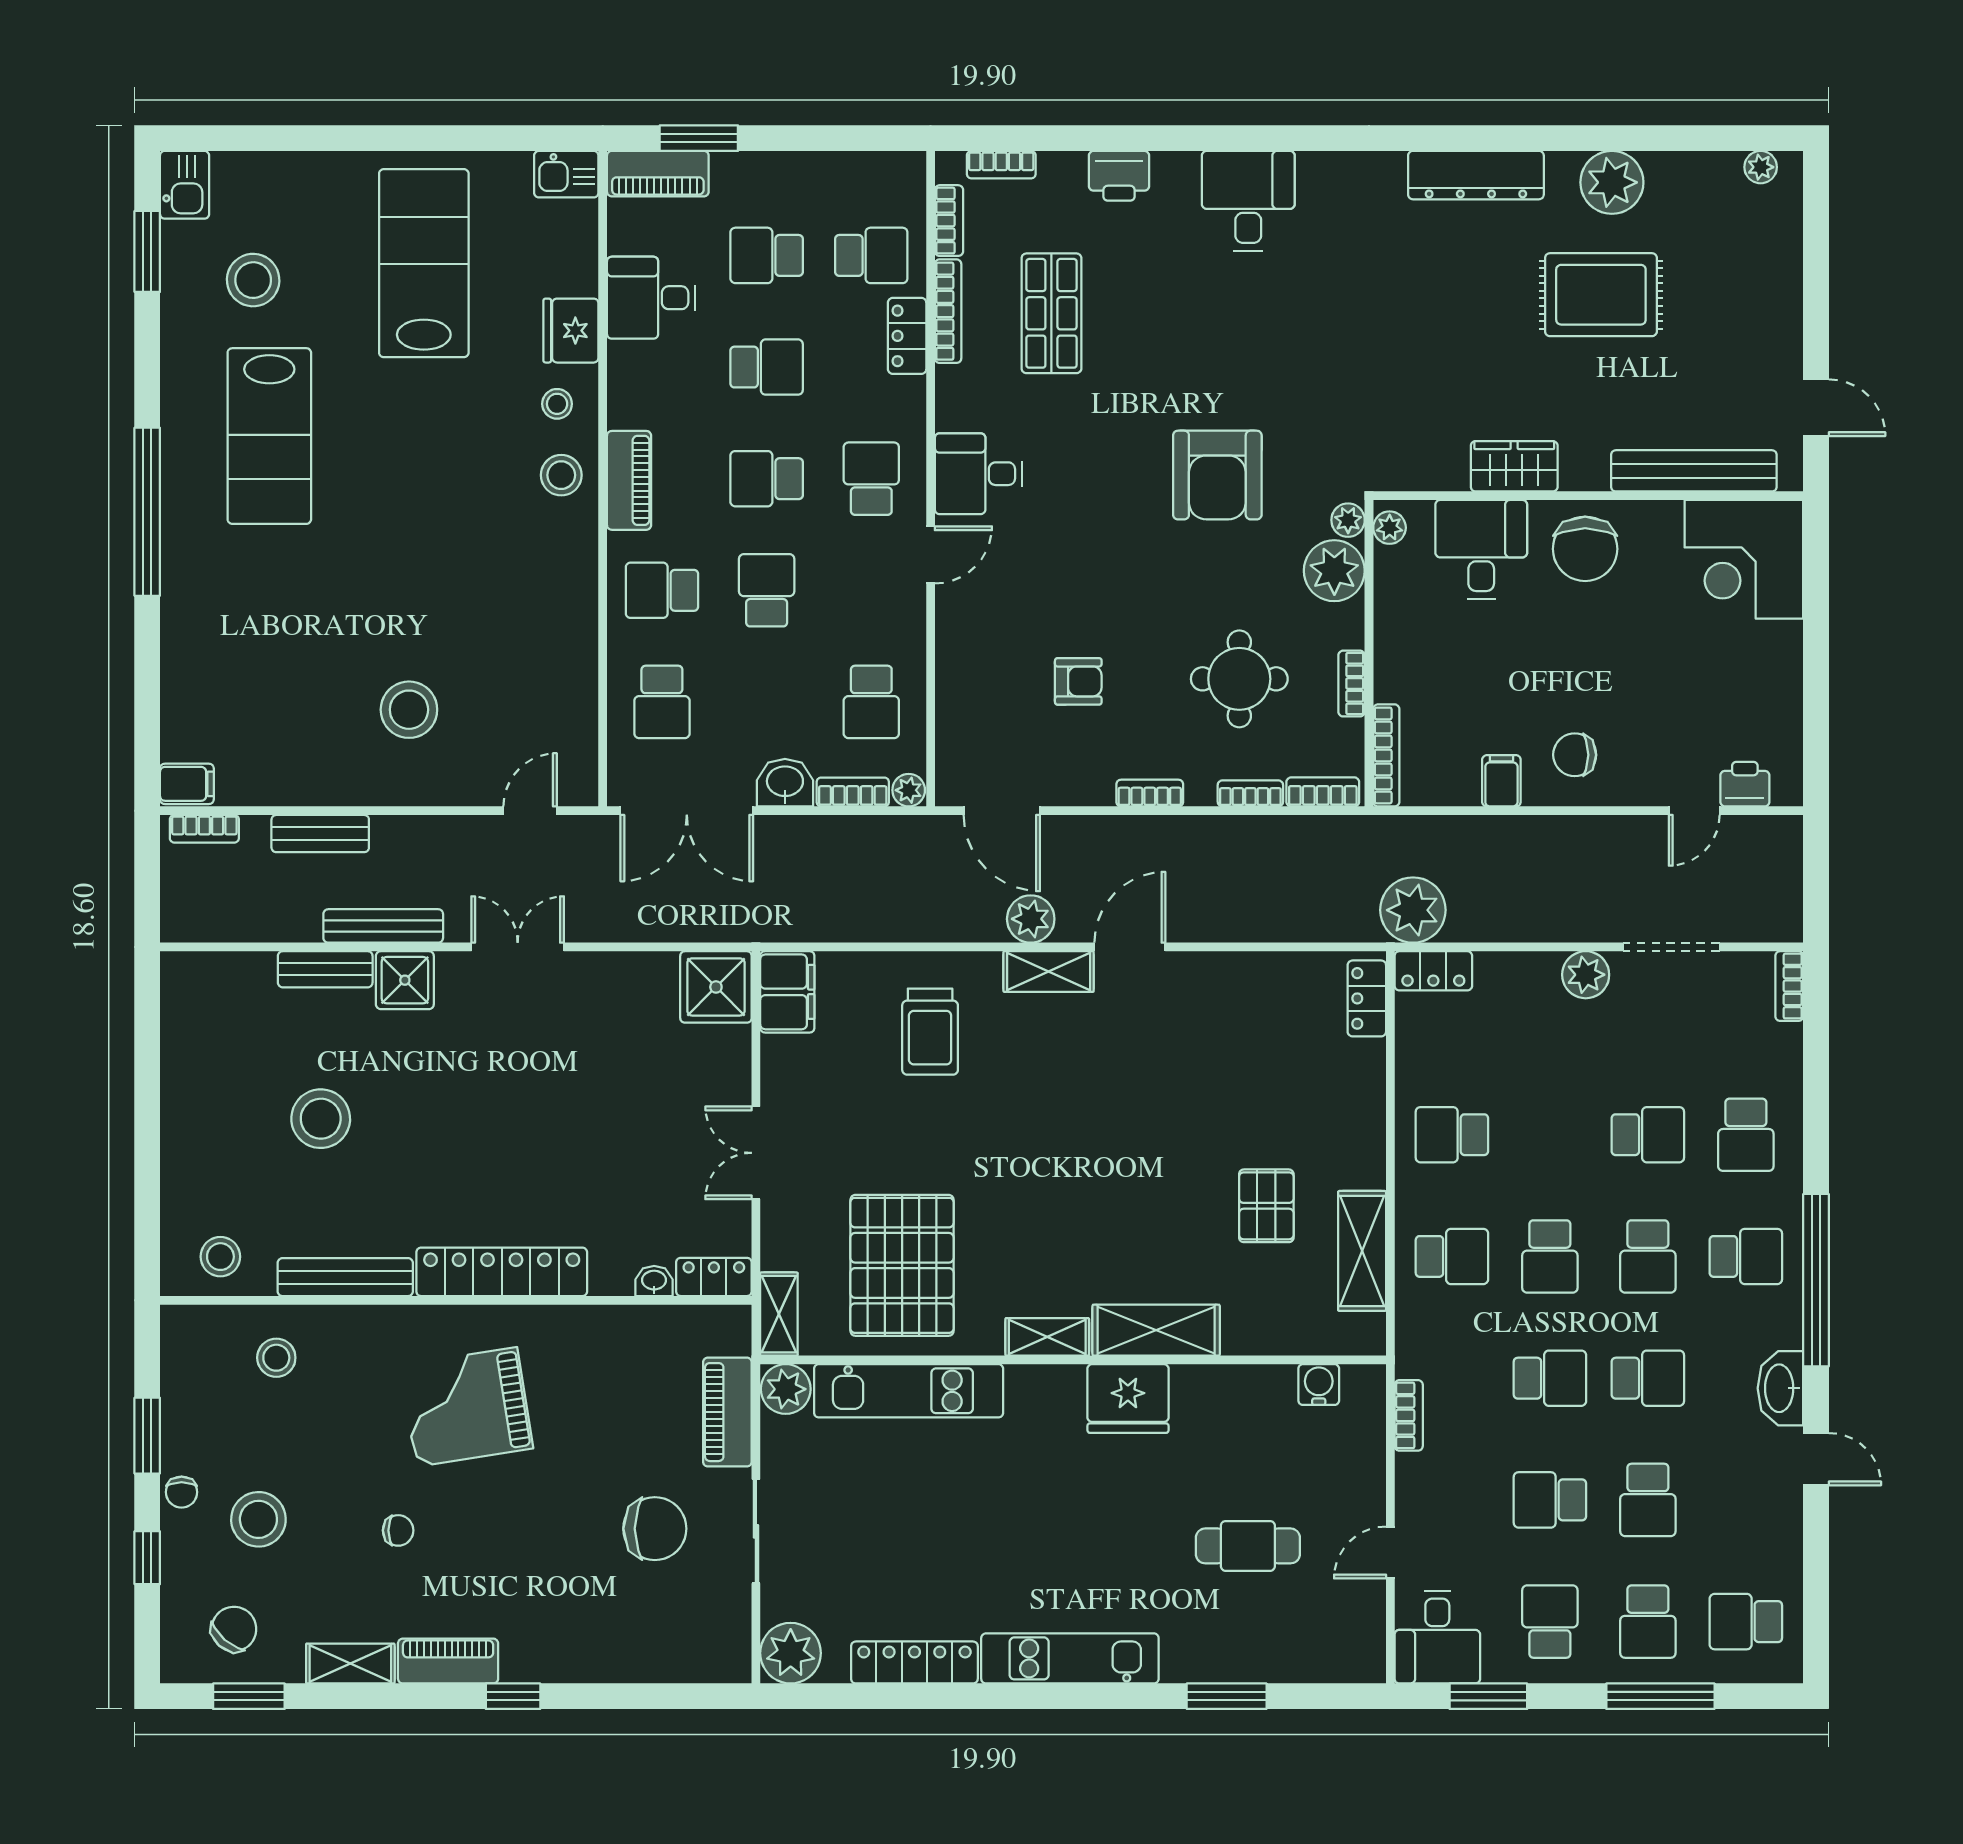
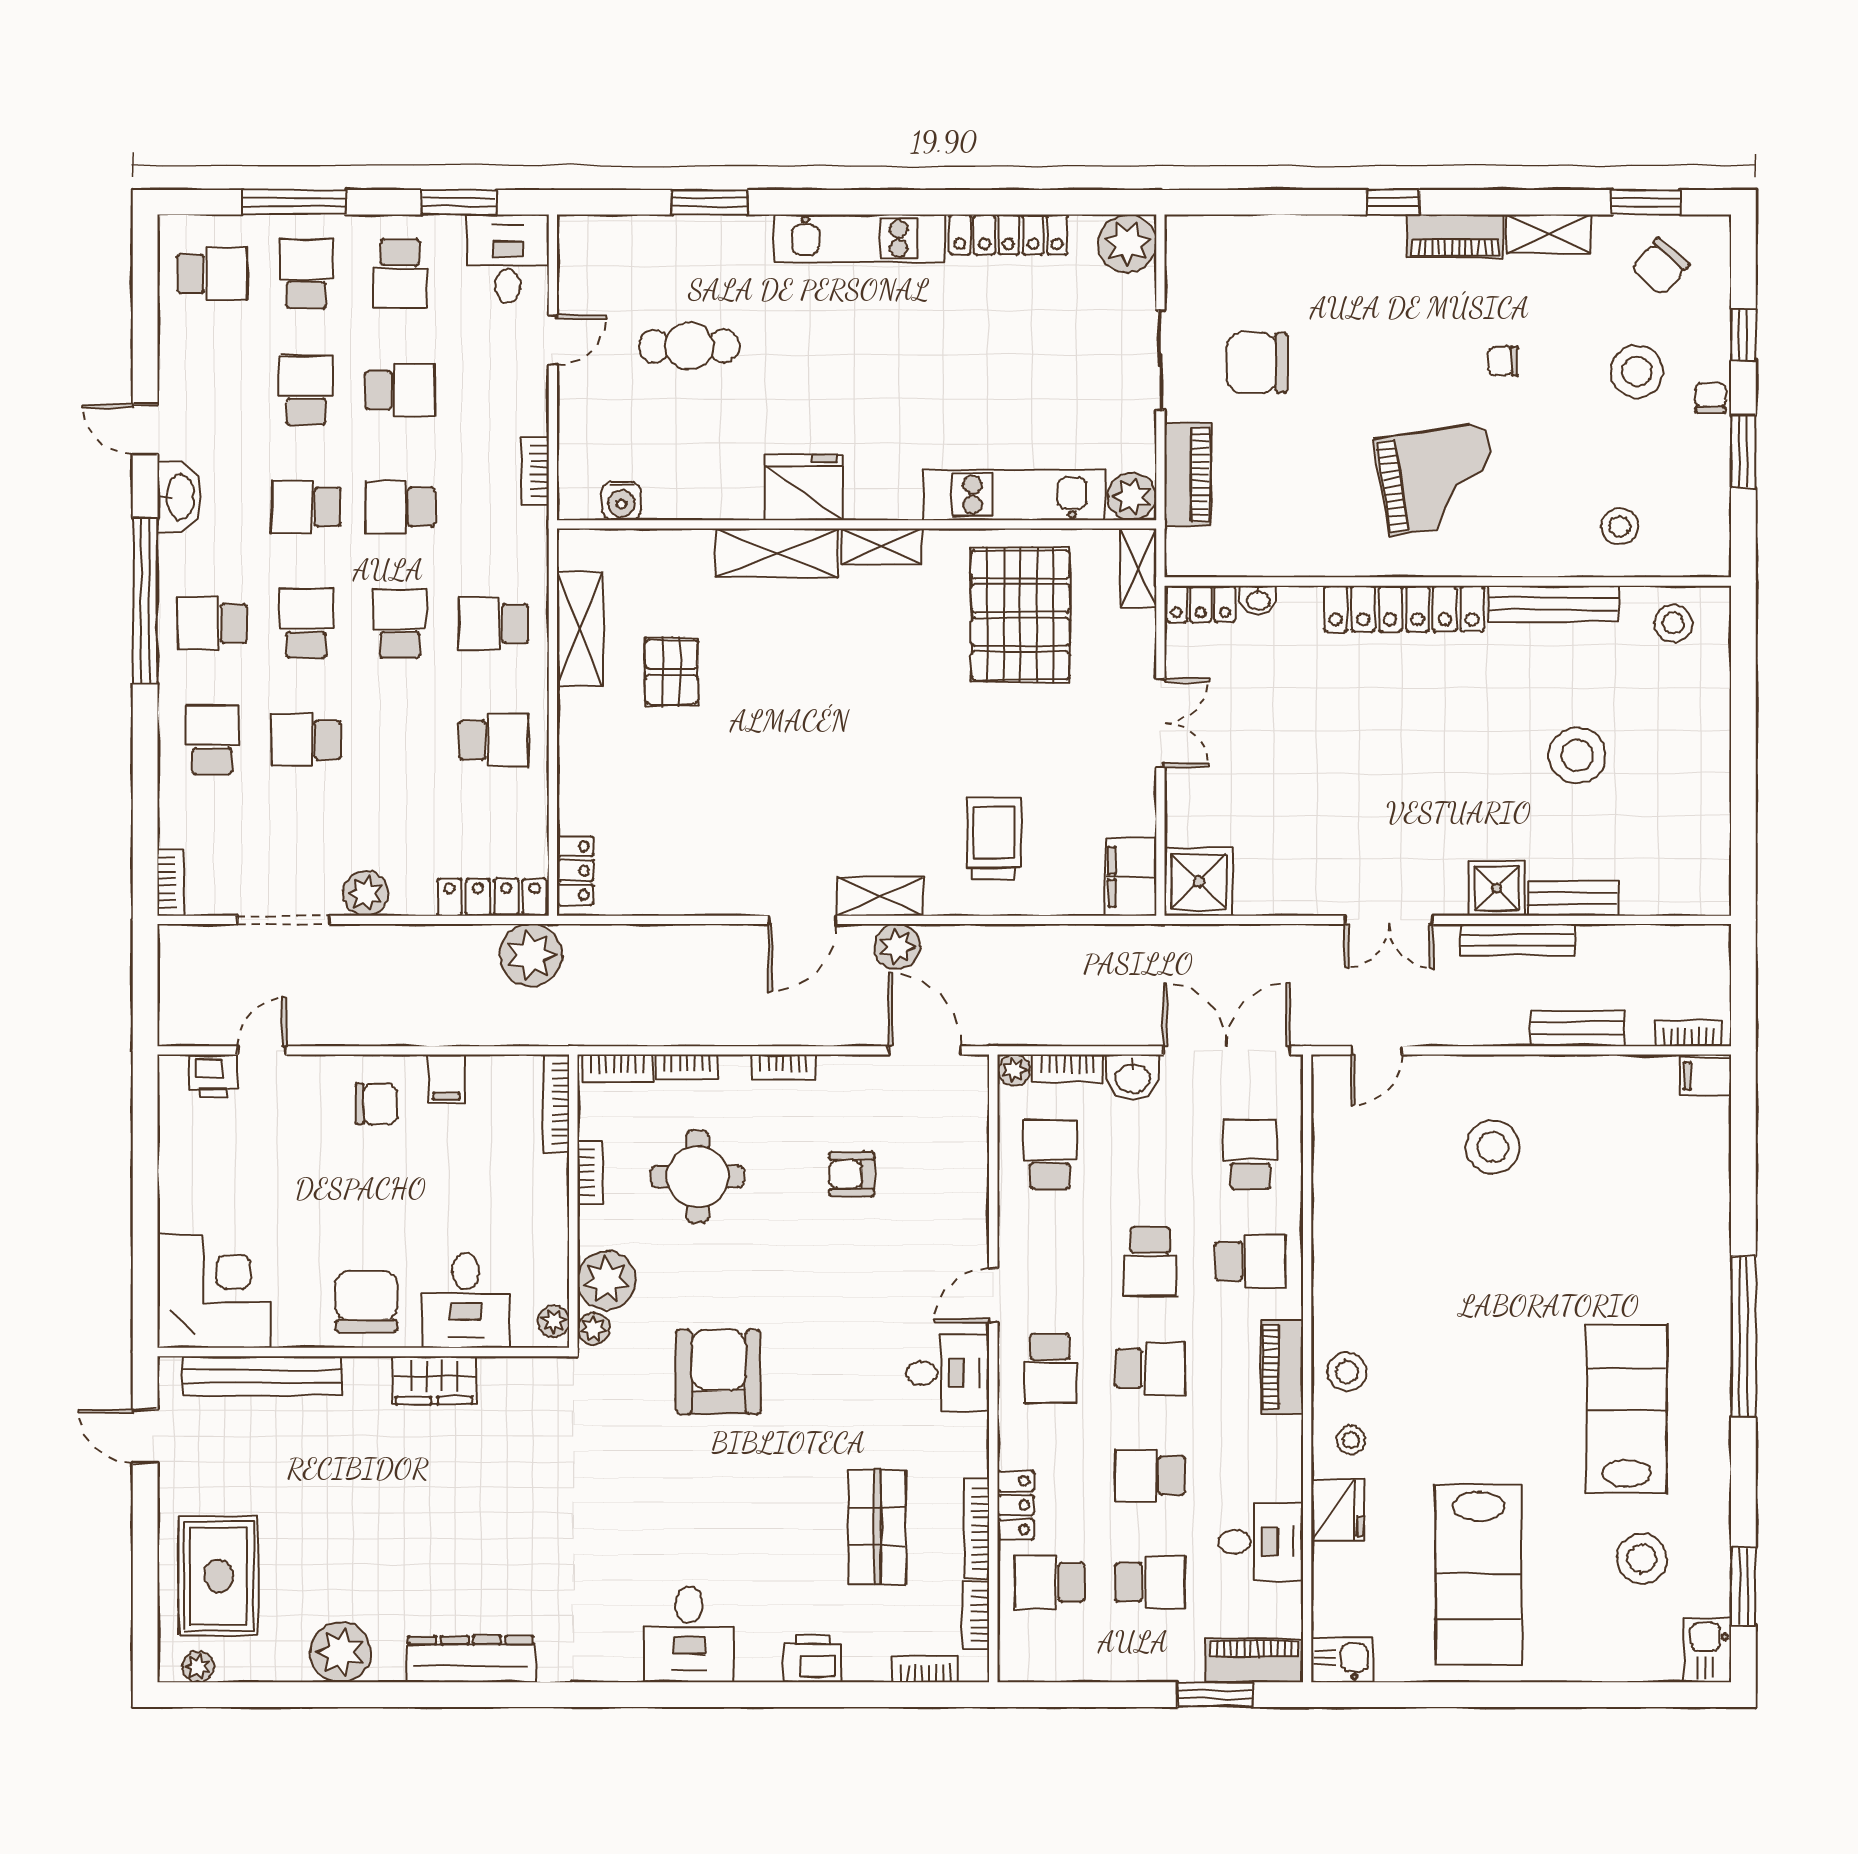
rug: (1601, 295) -> (219, 1576), moved, turned 90
locker: (1433, 971) -> (492, 897), width x1.53

